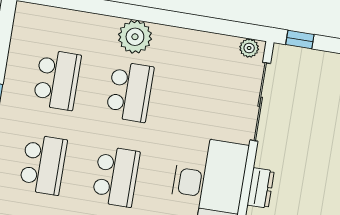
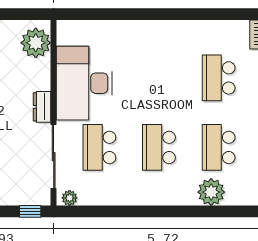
plant: (135, 37) -> (211, 192), moved
school desk: (116, 177) -> (99, 147), moved
dresser: (261, 188) -> (42, 107), moved

